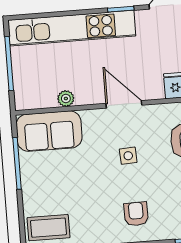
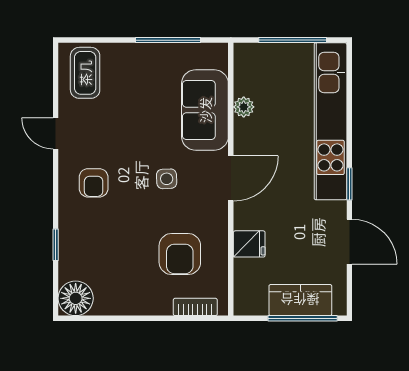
sofa: (49, 131) -> (205, 110), moved
armchair: (136, 214) -> (94, 183), turned 91

